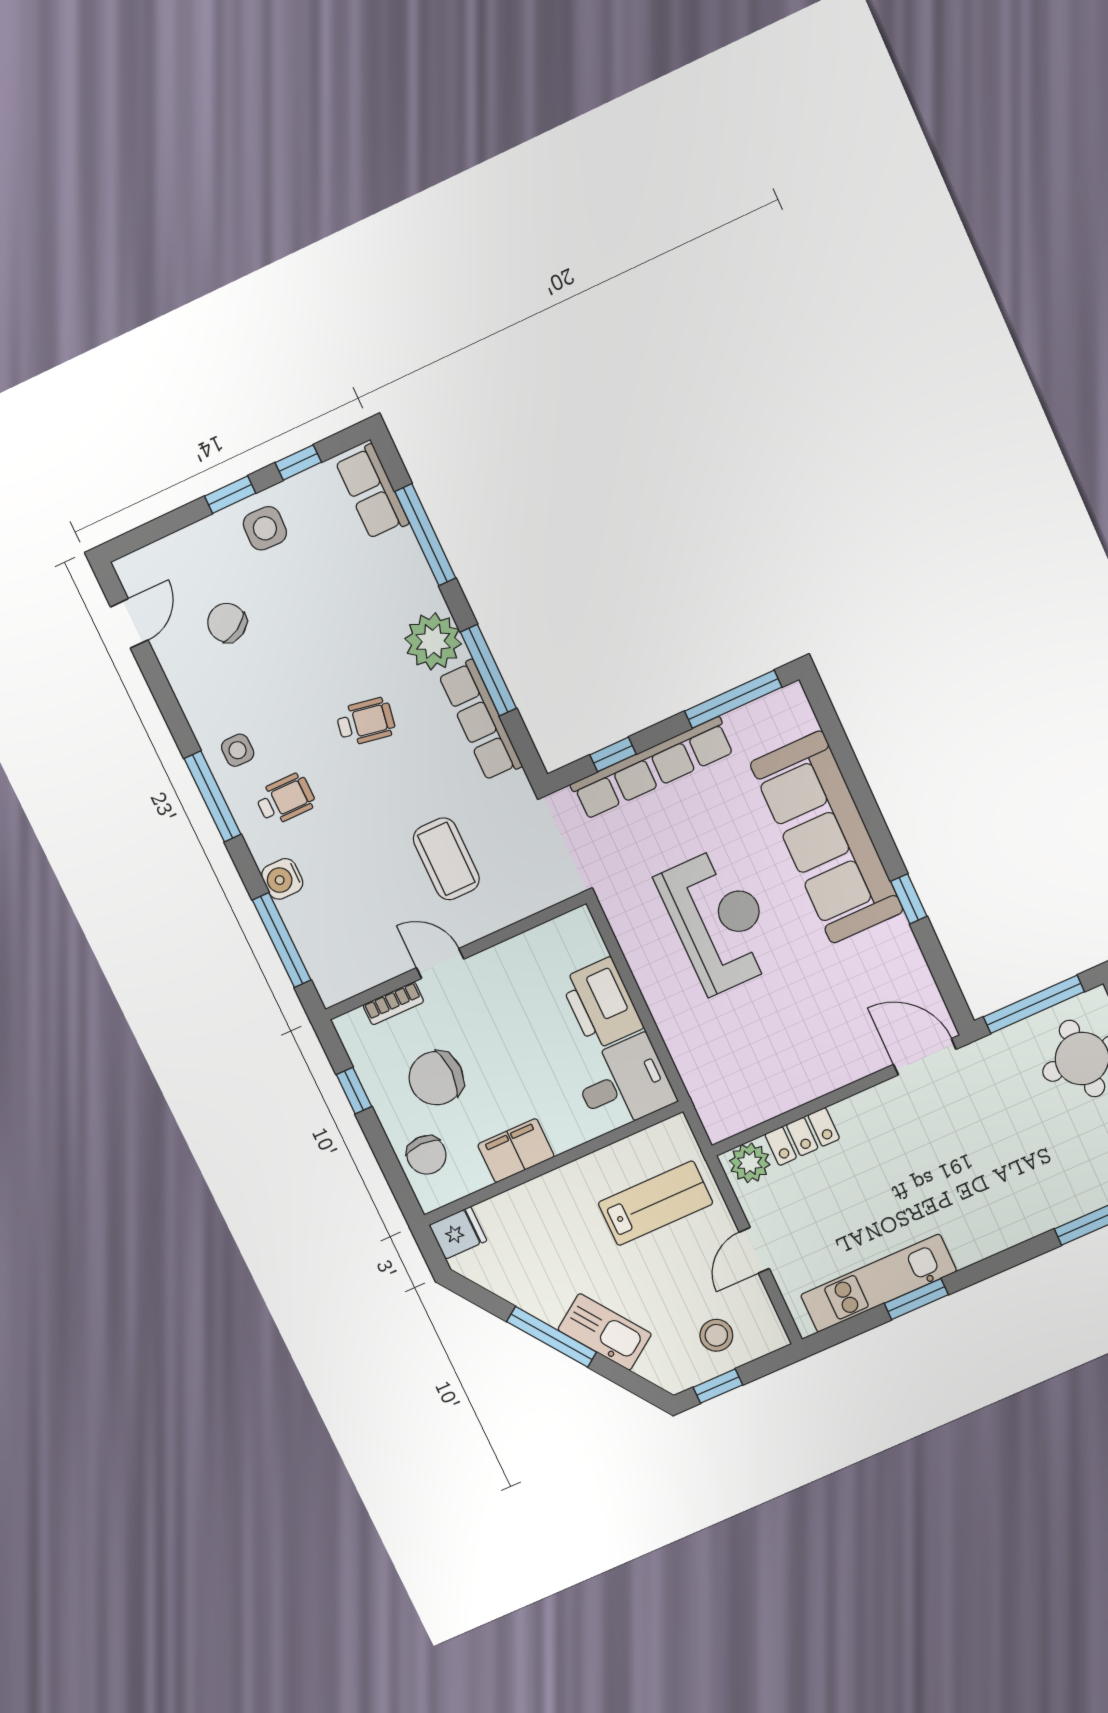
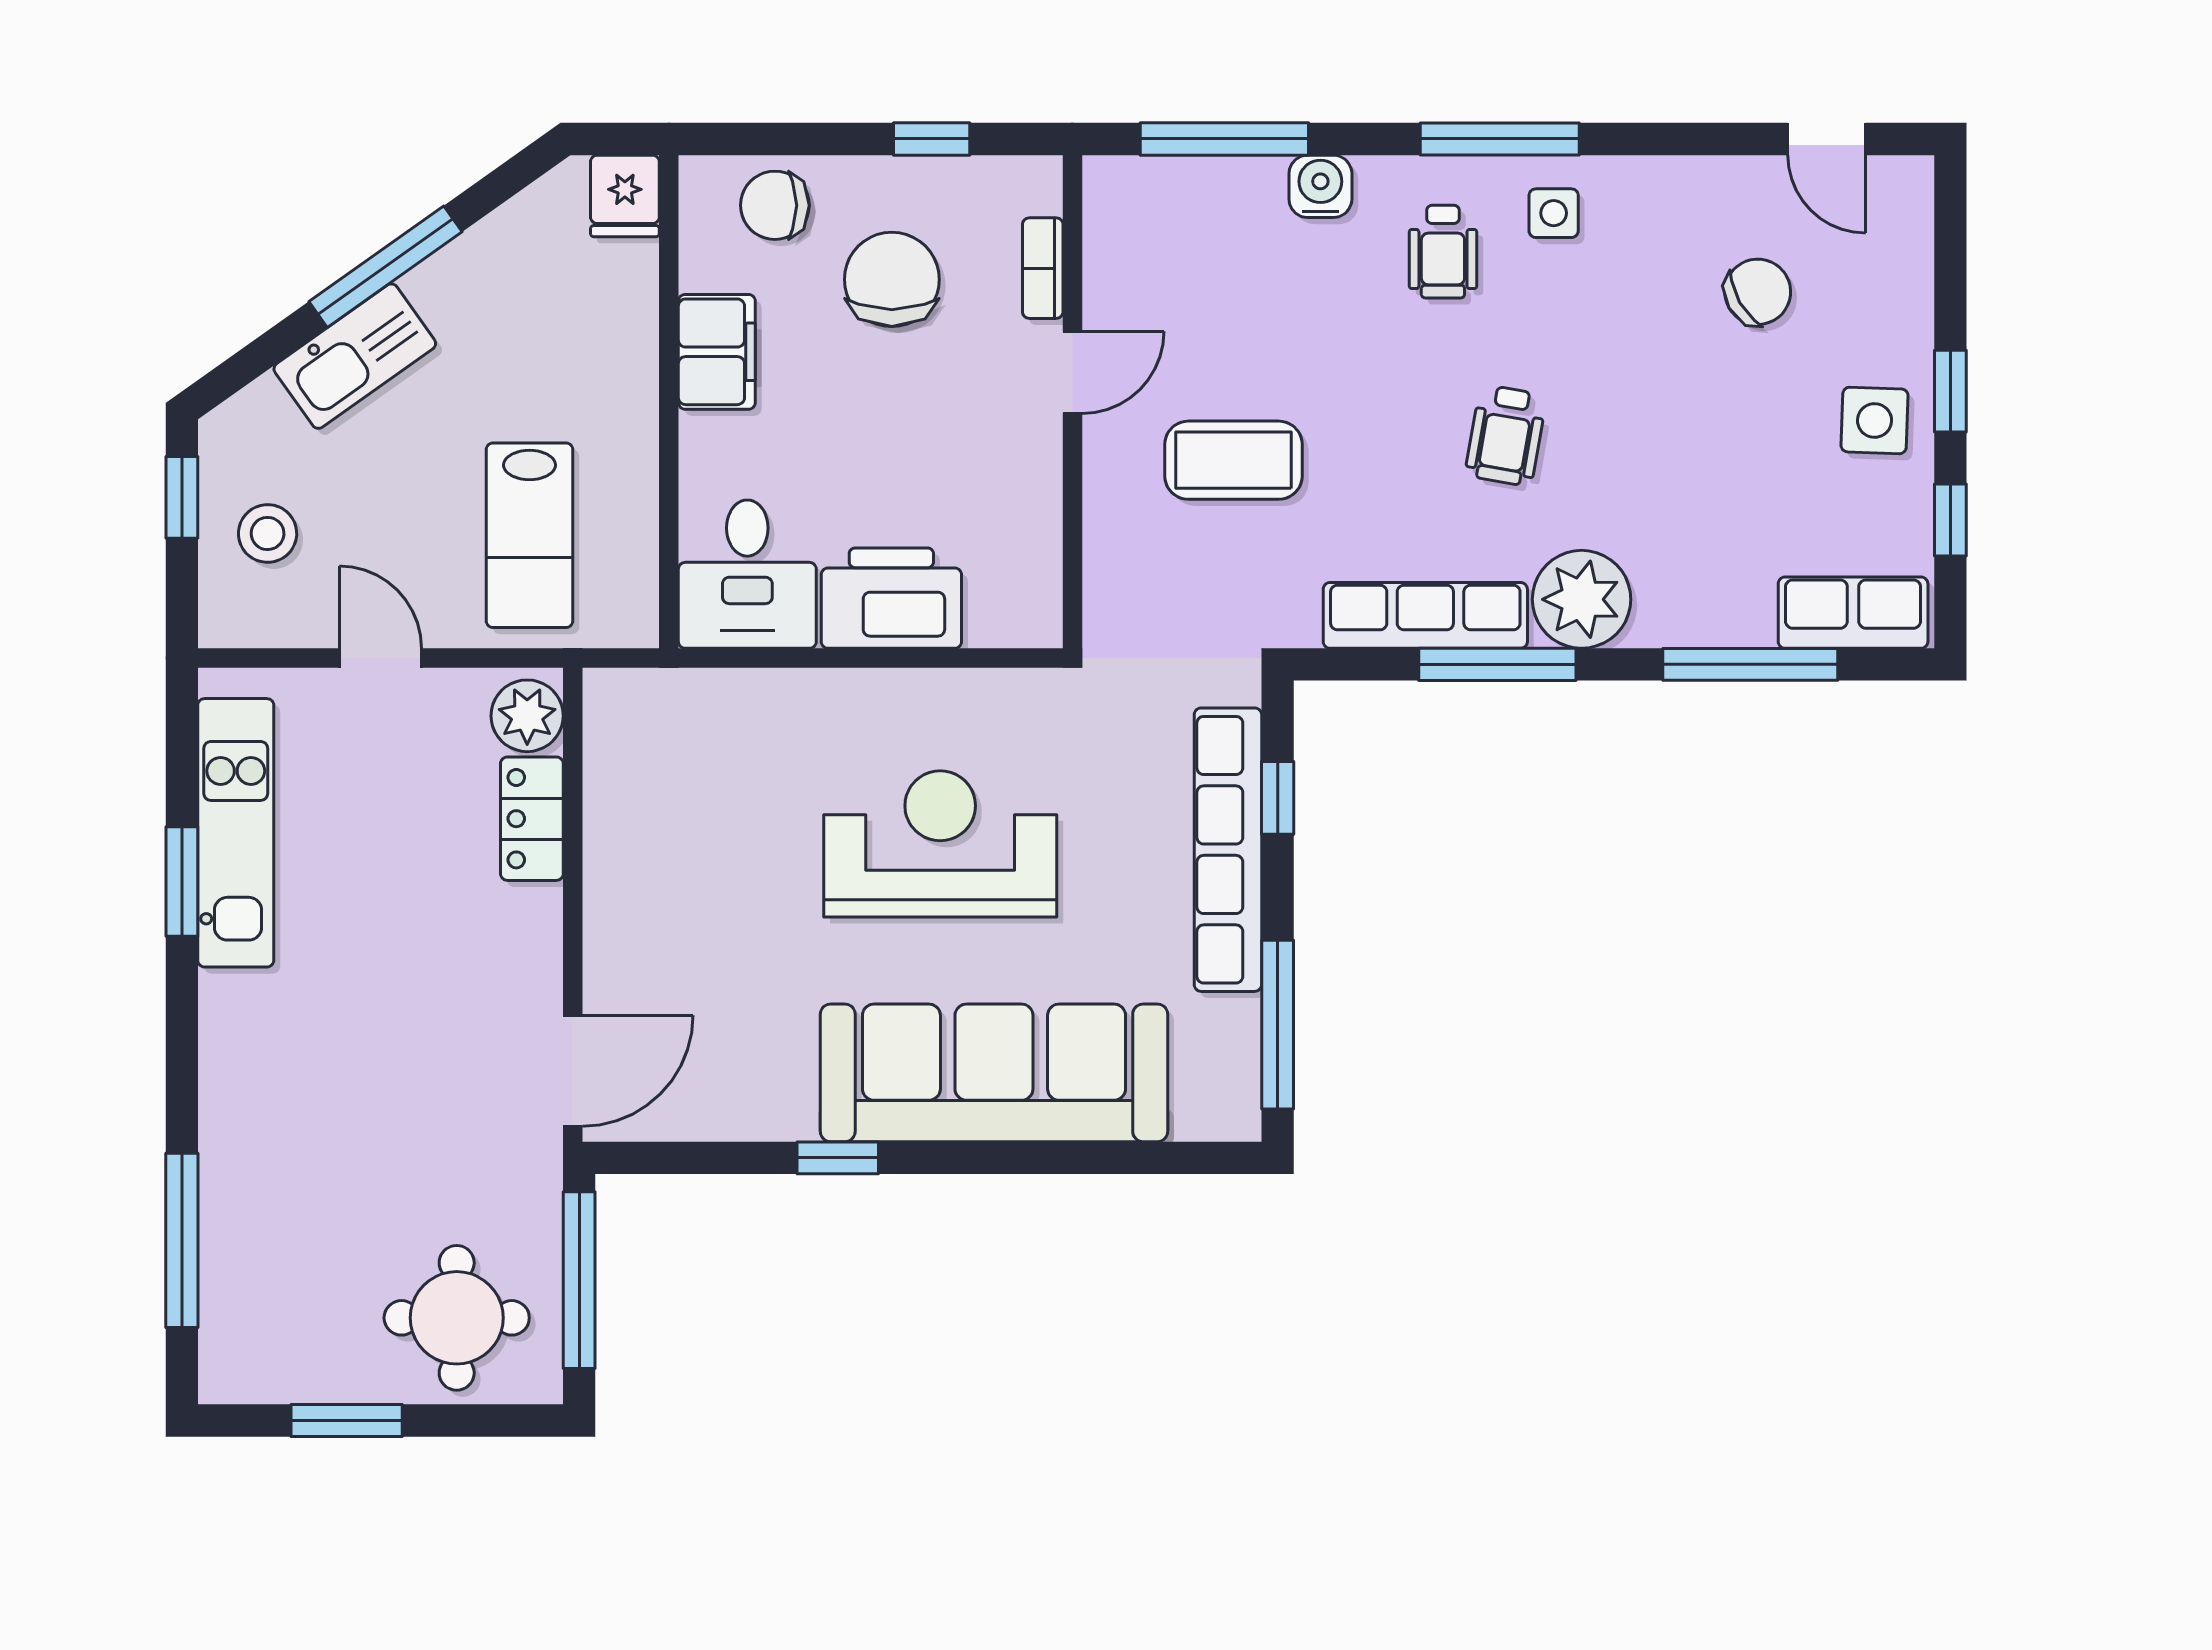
reception desk: (719, 920) -> (940, 844), turned 180

